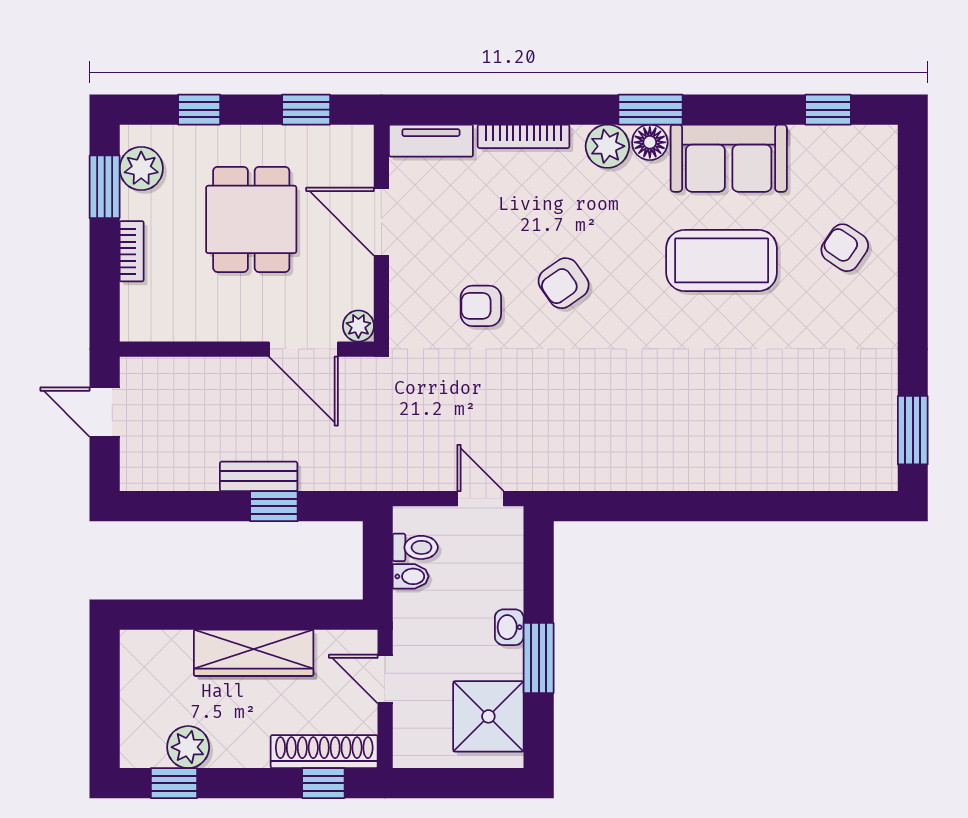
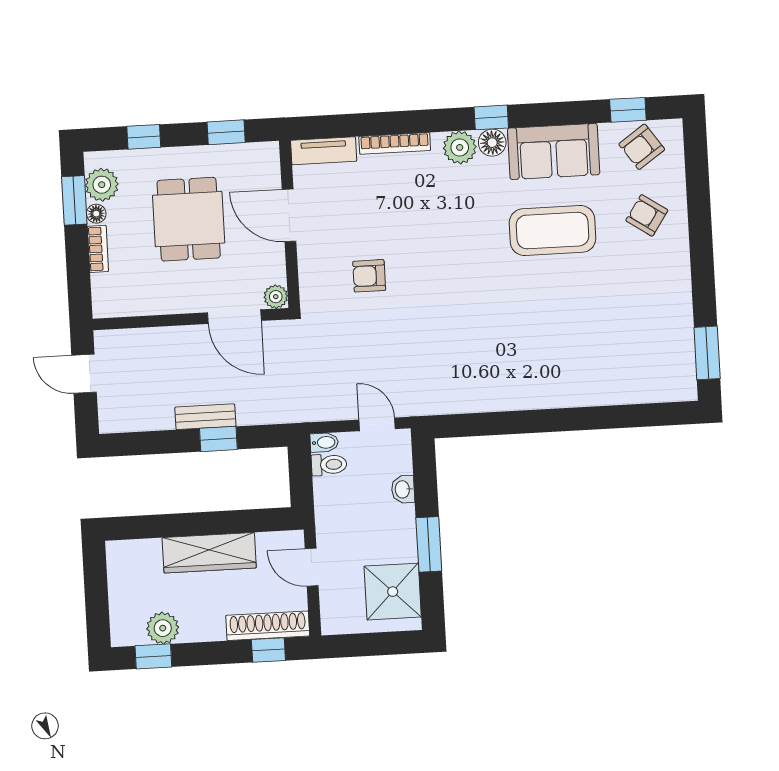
window: (650, 110) -> (491, 117), width x0.67
floor lamp: (132, 206) -> (96, 214), added
armchair: (564, 283) -> (642, 147), moved
bidet: (411, 576) -> (324, 442), moved
washbasin: (509, 627) -> (403, 489), moved

